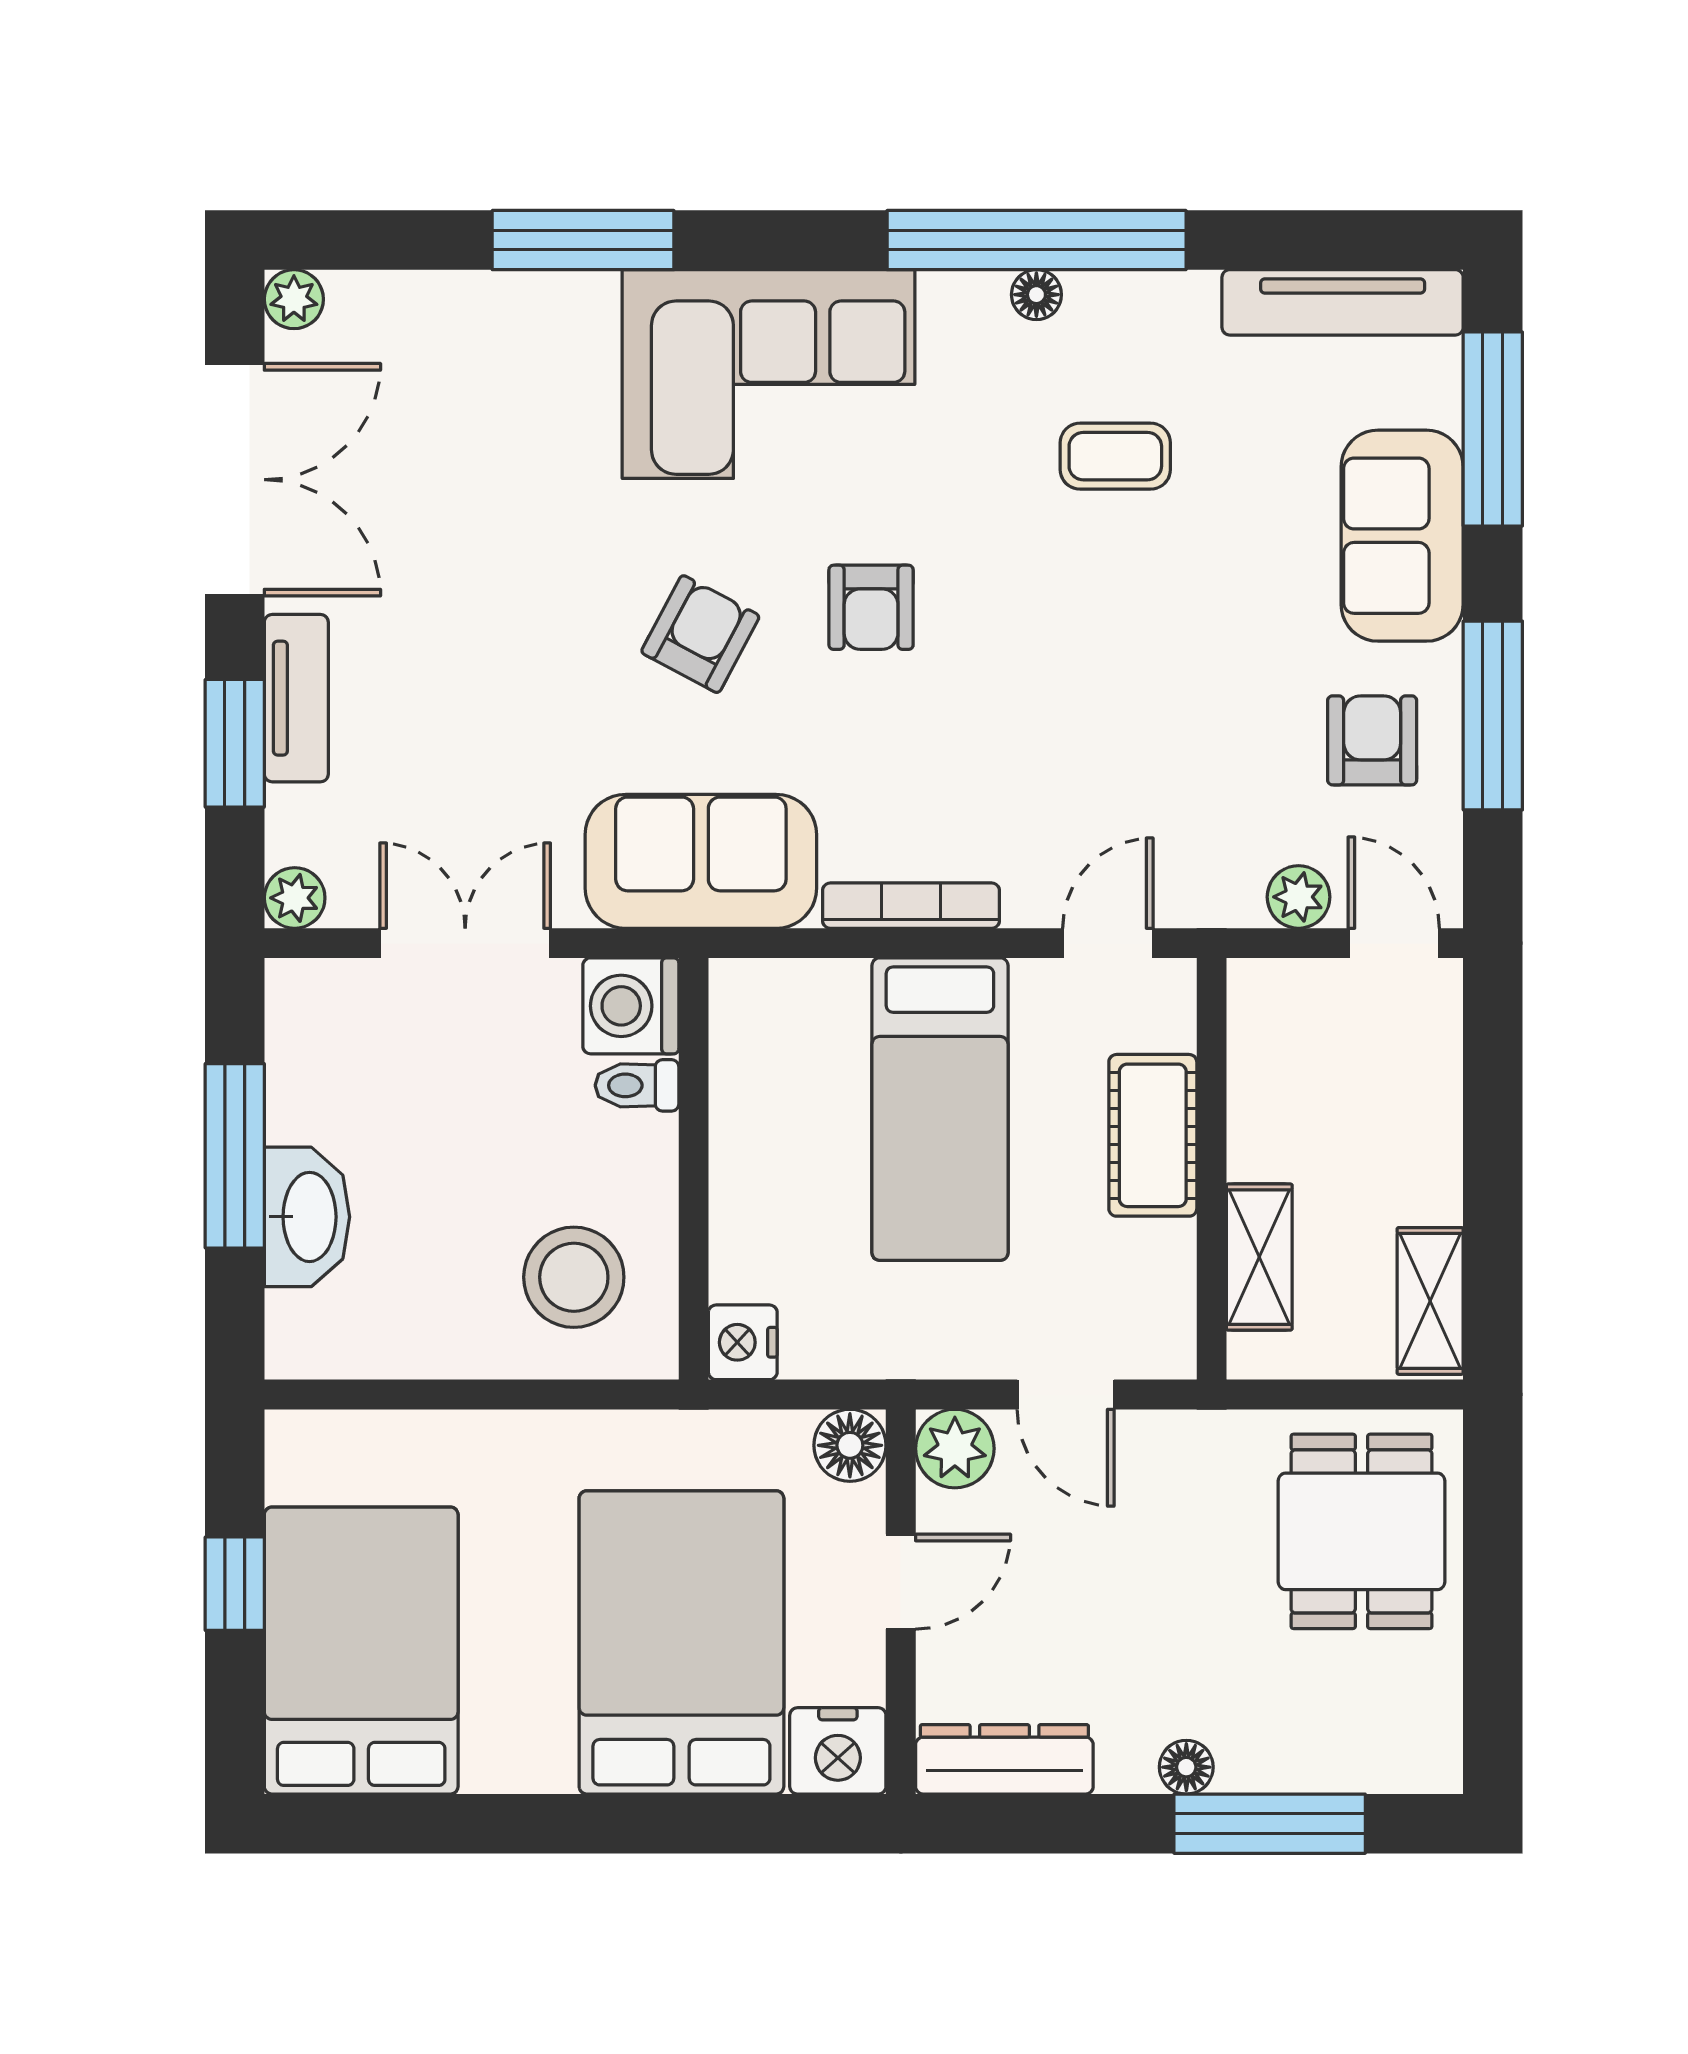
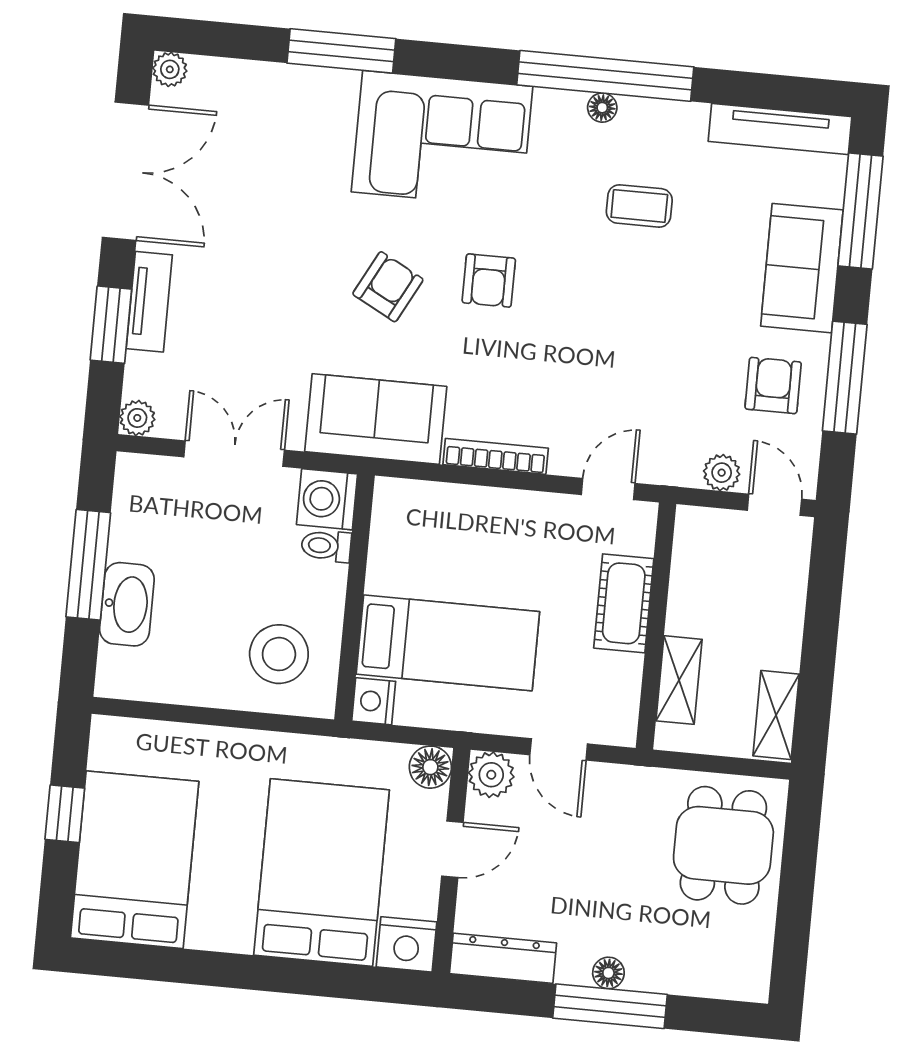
bed: (940, 1109) -> (448, 643), moved, turned -90
window: (1270, 1824) -> (610, 1006), moved

